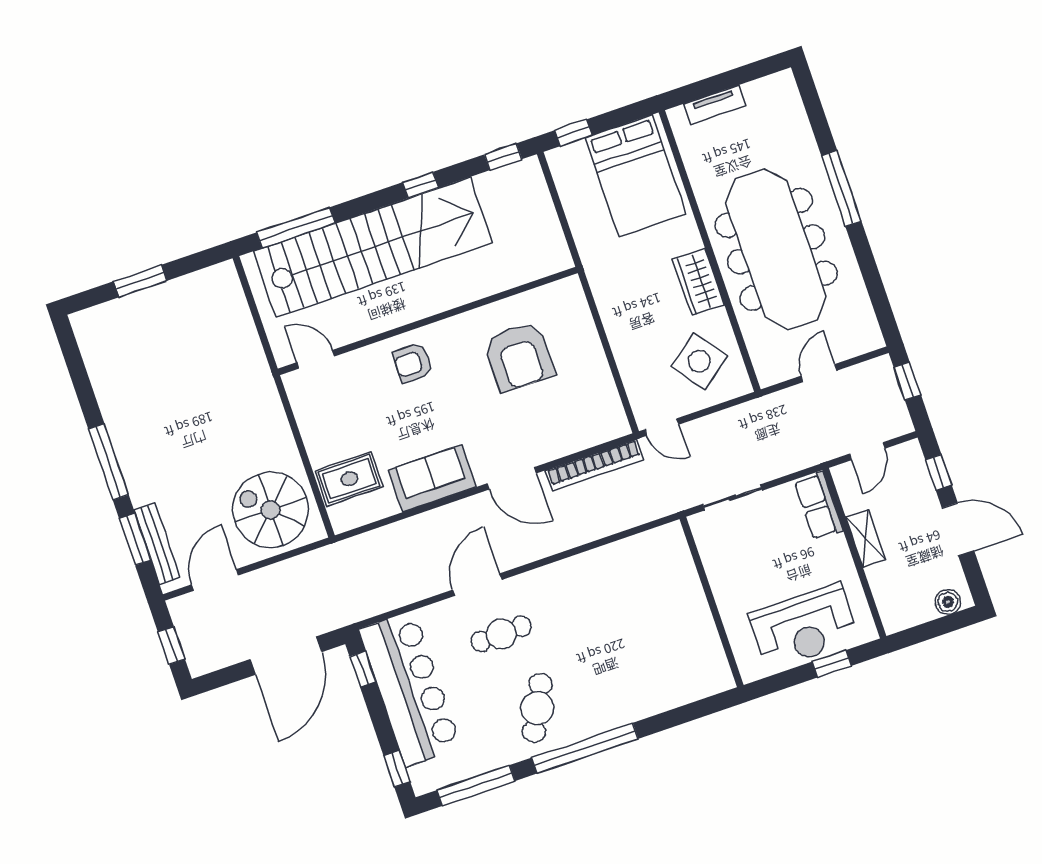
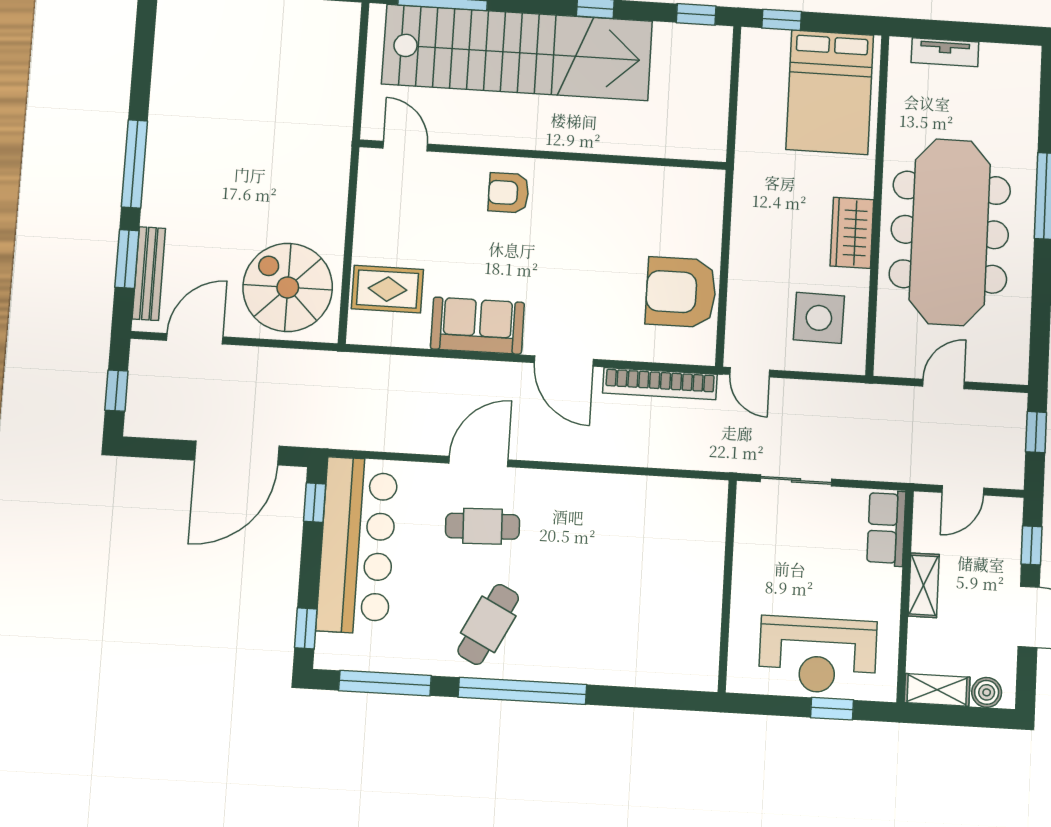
armchair: (519, 357) -> (681, 292), moved, turned 90
side table: (699, 361) -> (819, 318), turned 38
shelving: (908, 616) -> (937, 690), added

